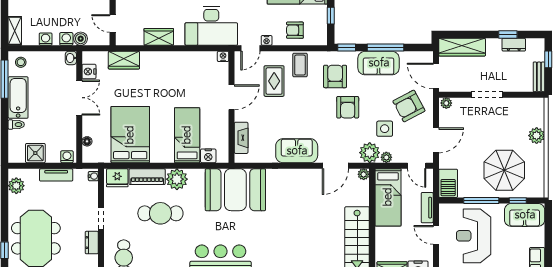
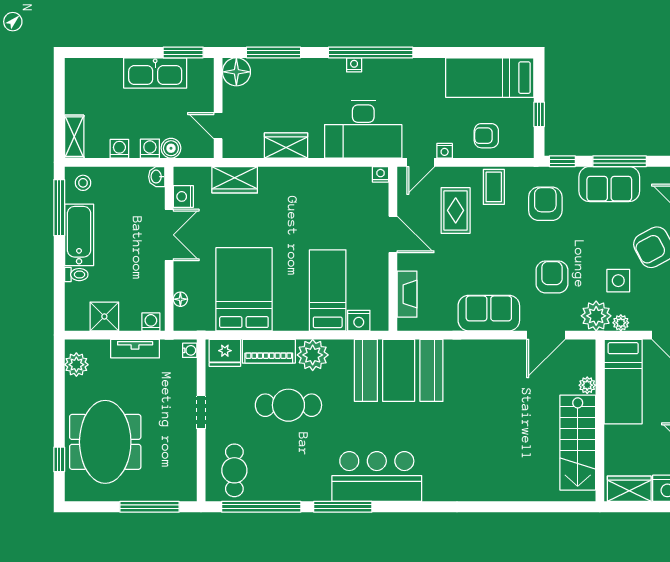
door: (232, 97) -> (393, 234), hinge flipped
armchair: (348, 107) -> (552, 277), moved, turned 180
plant: (364, 174) -> (587, 385), moved
dresser: (92, 243) -> (187, 448), removed

